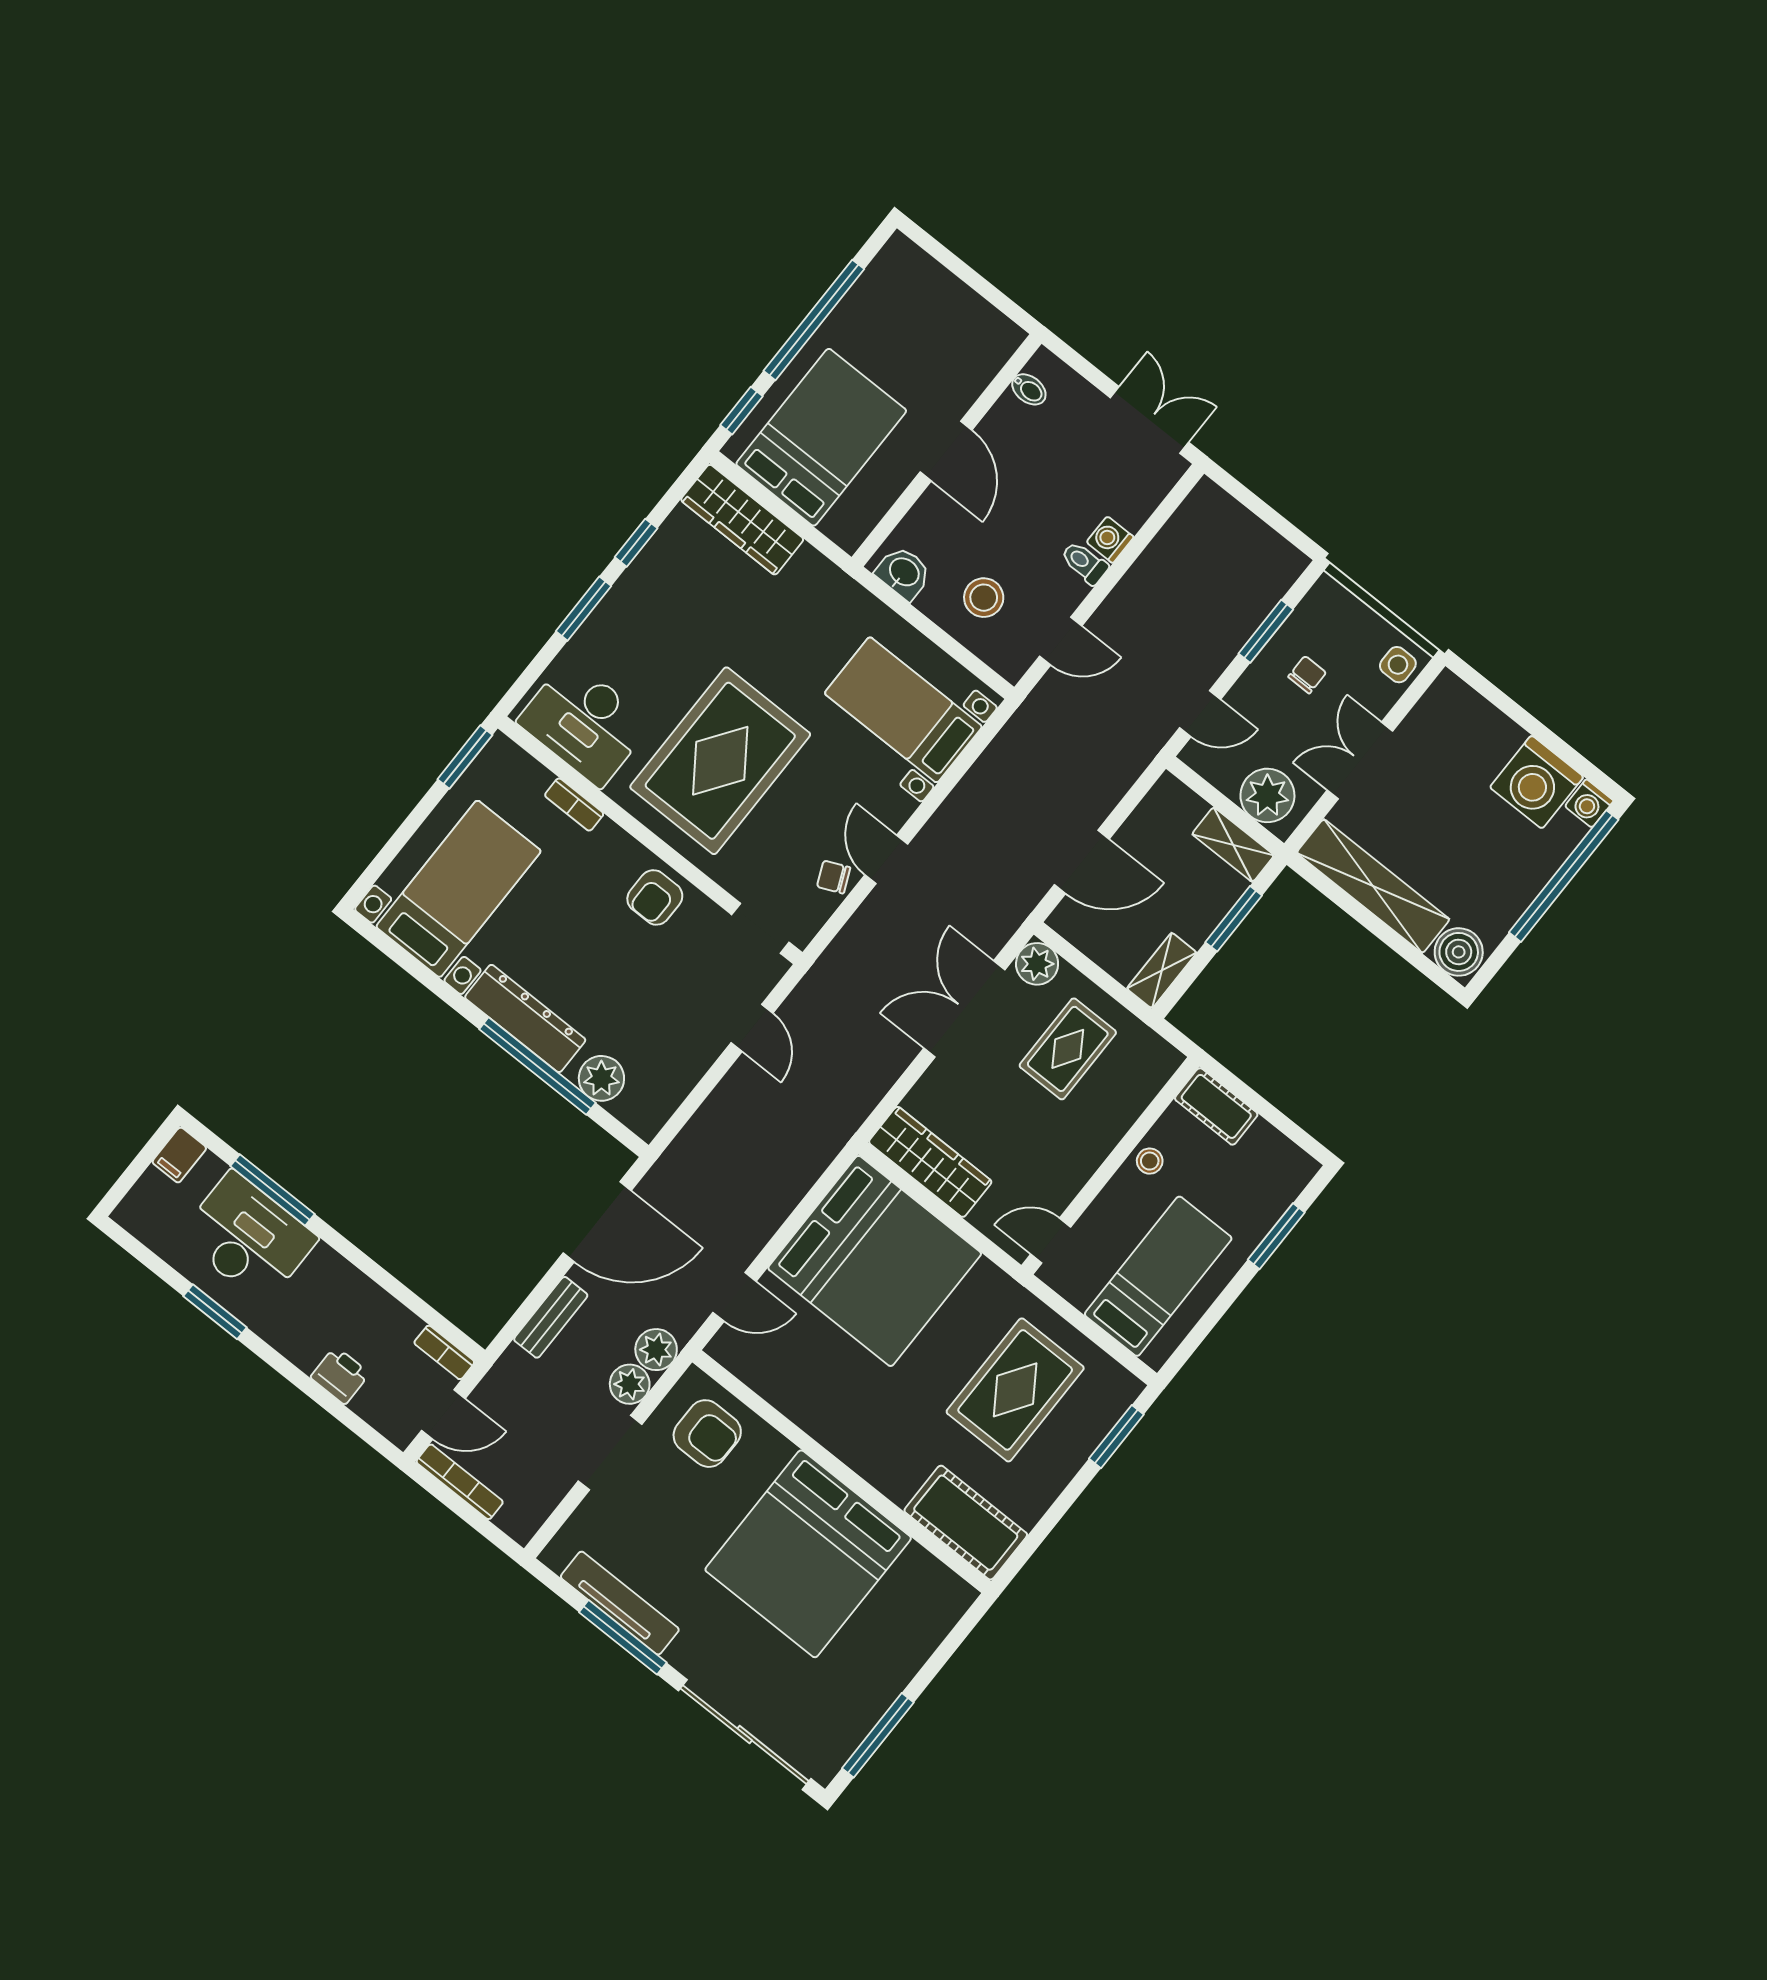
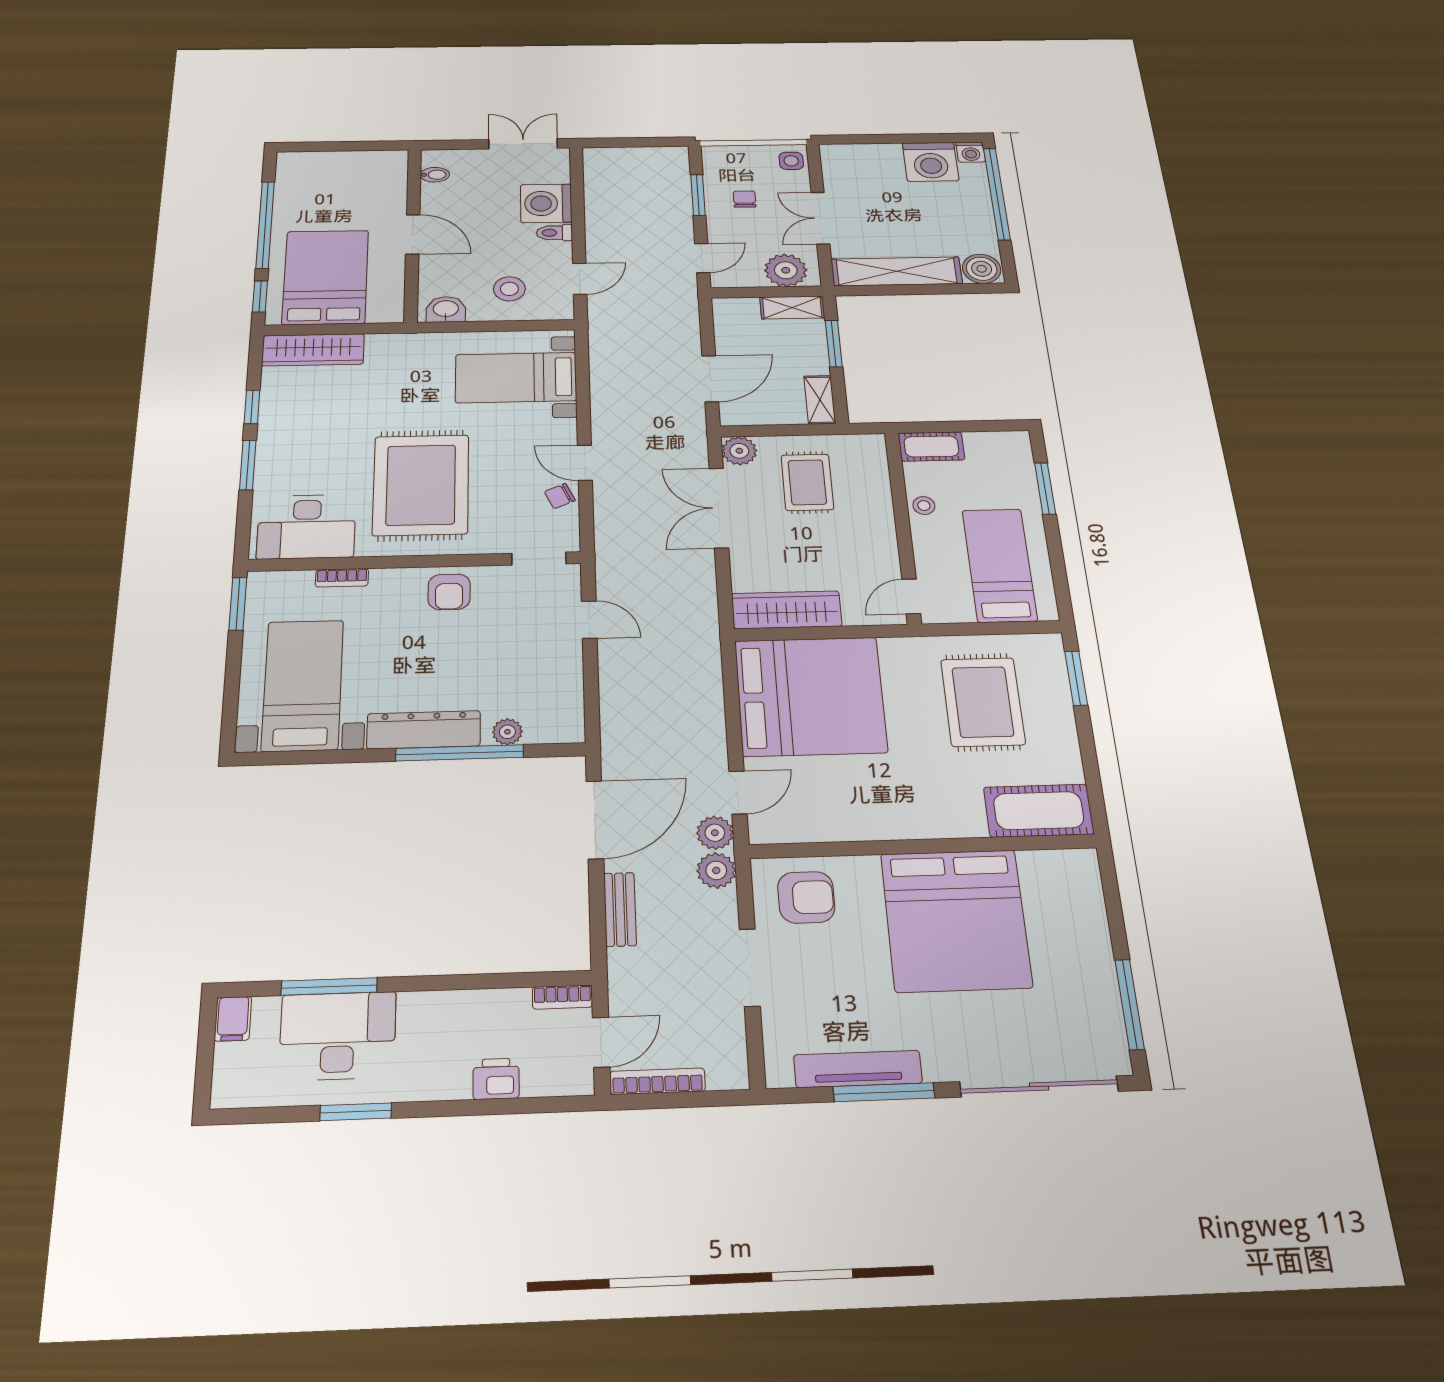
washing machine: (1110, 540) -> (546, 203), width x1.89, depth x1.89
plant: (601, 1078) -> (507, 732), width x0.73, depth x0.73
plant: (630, 1384) -> (715, 833), moved

